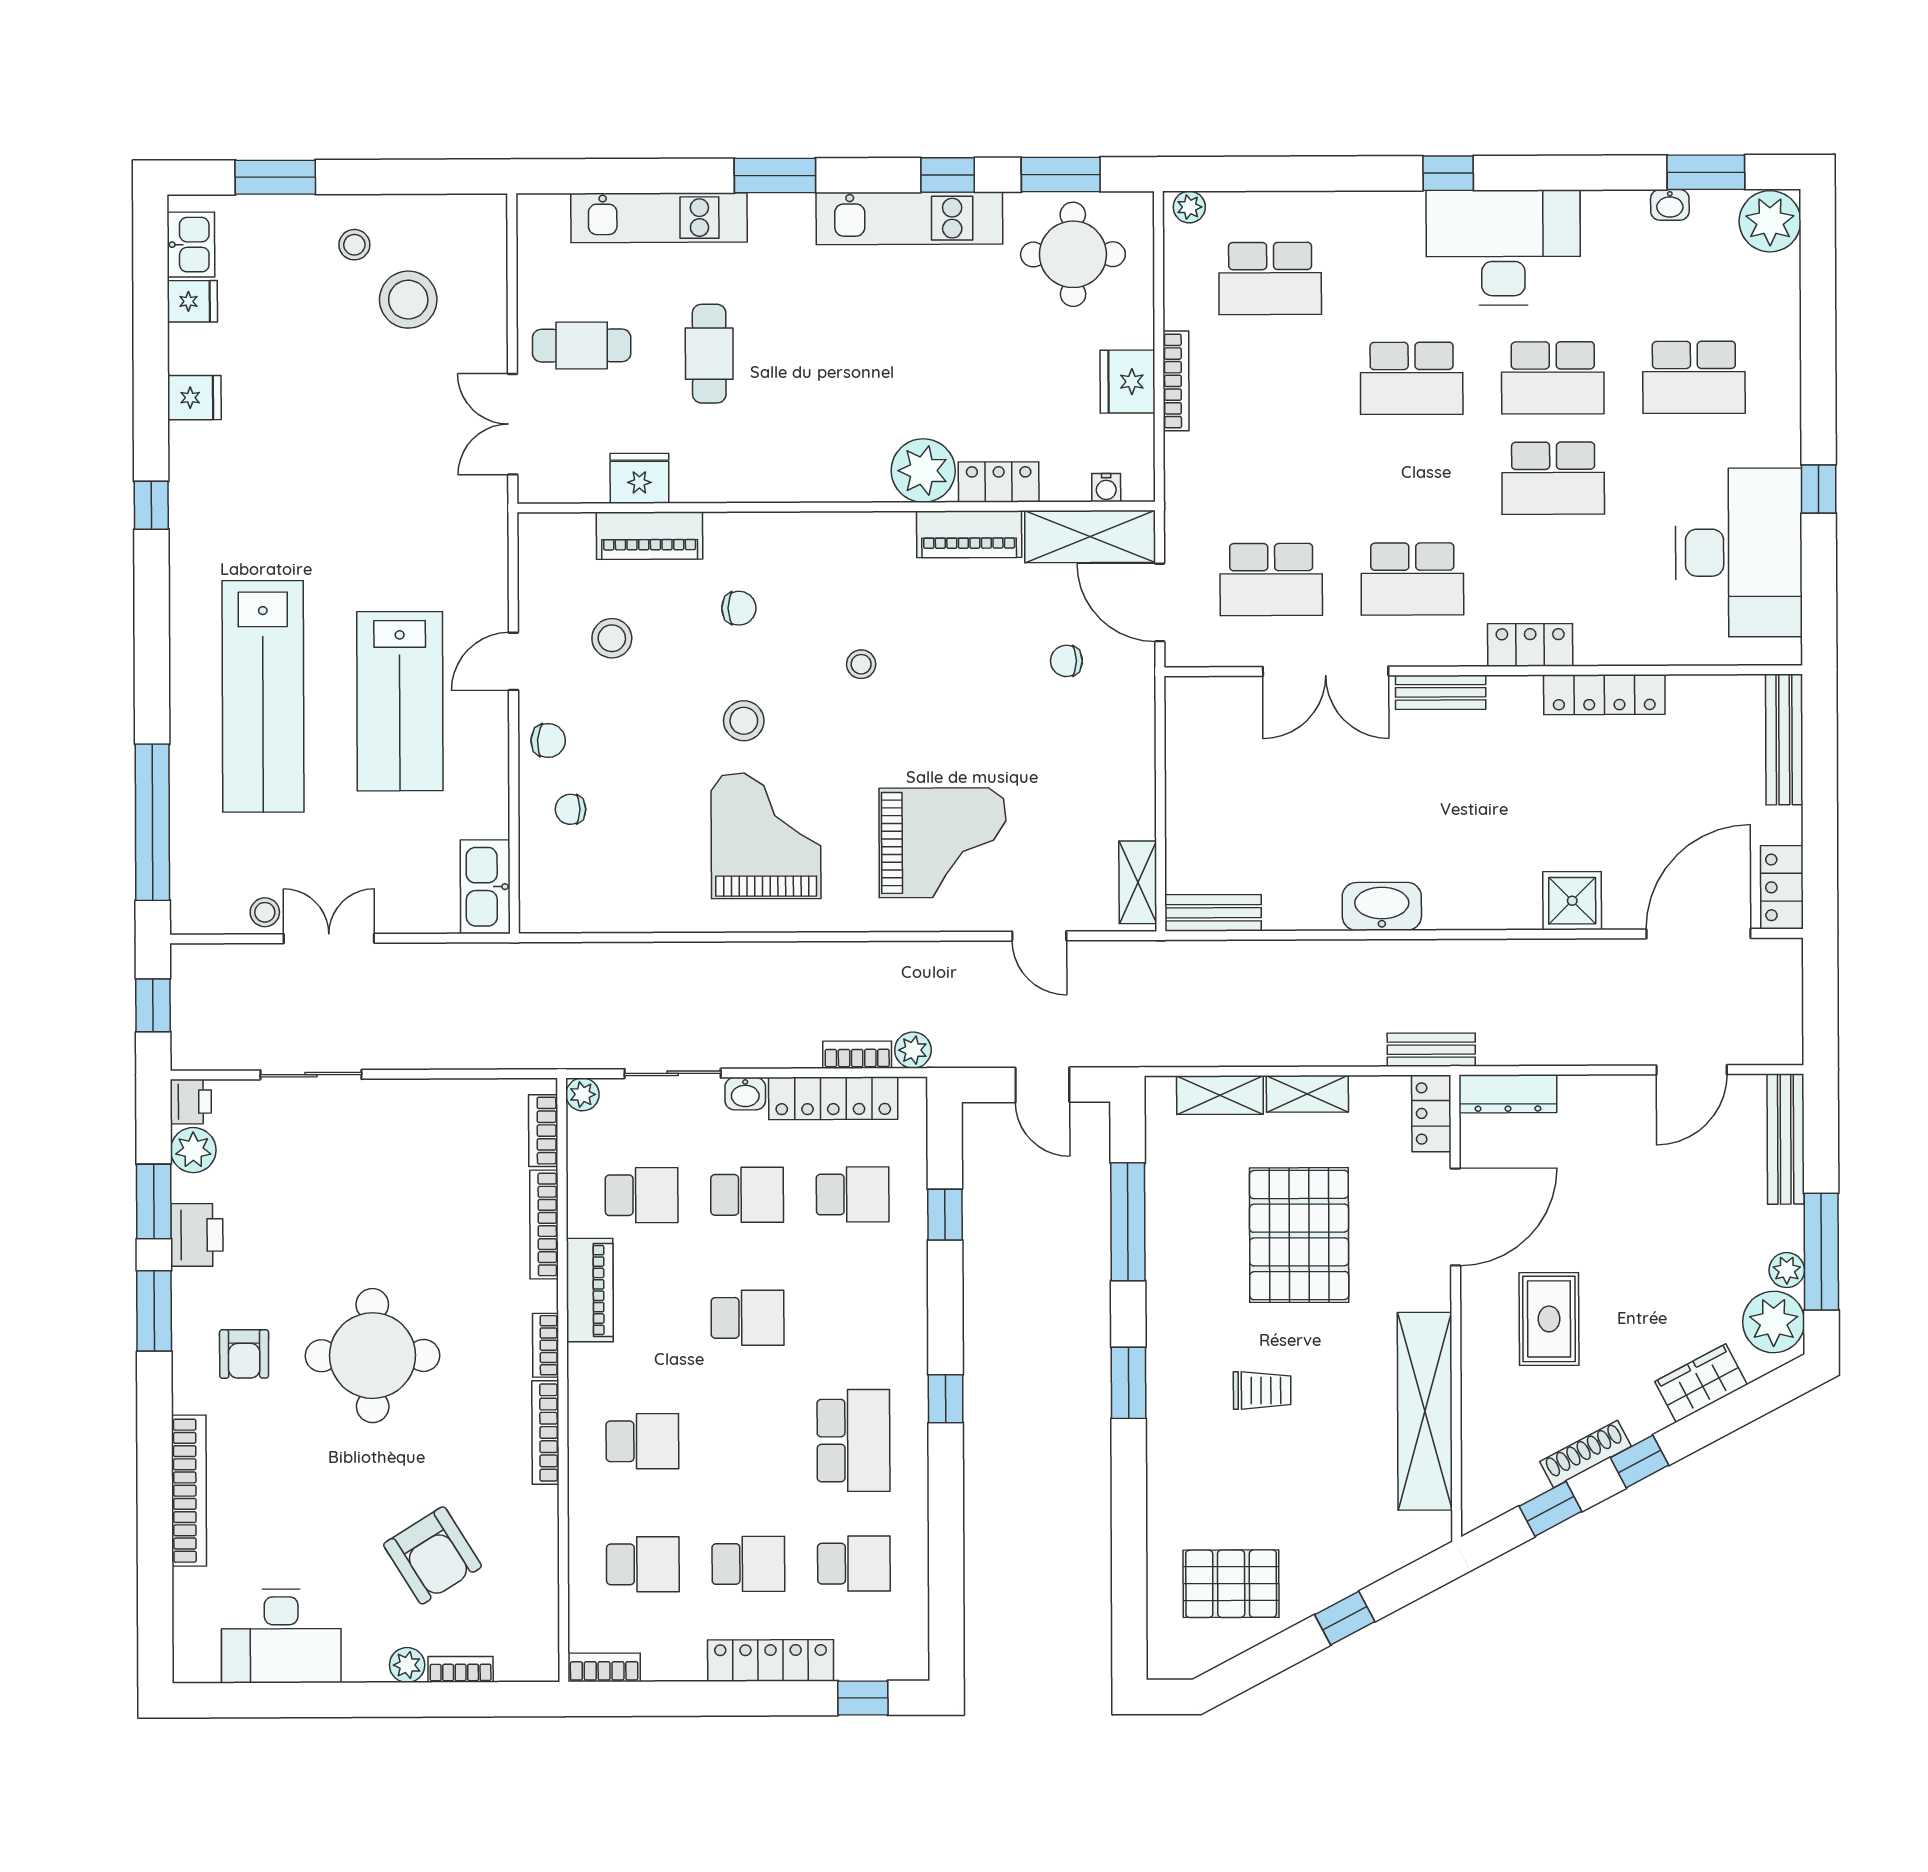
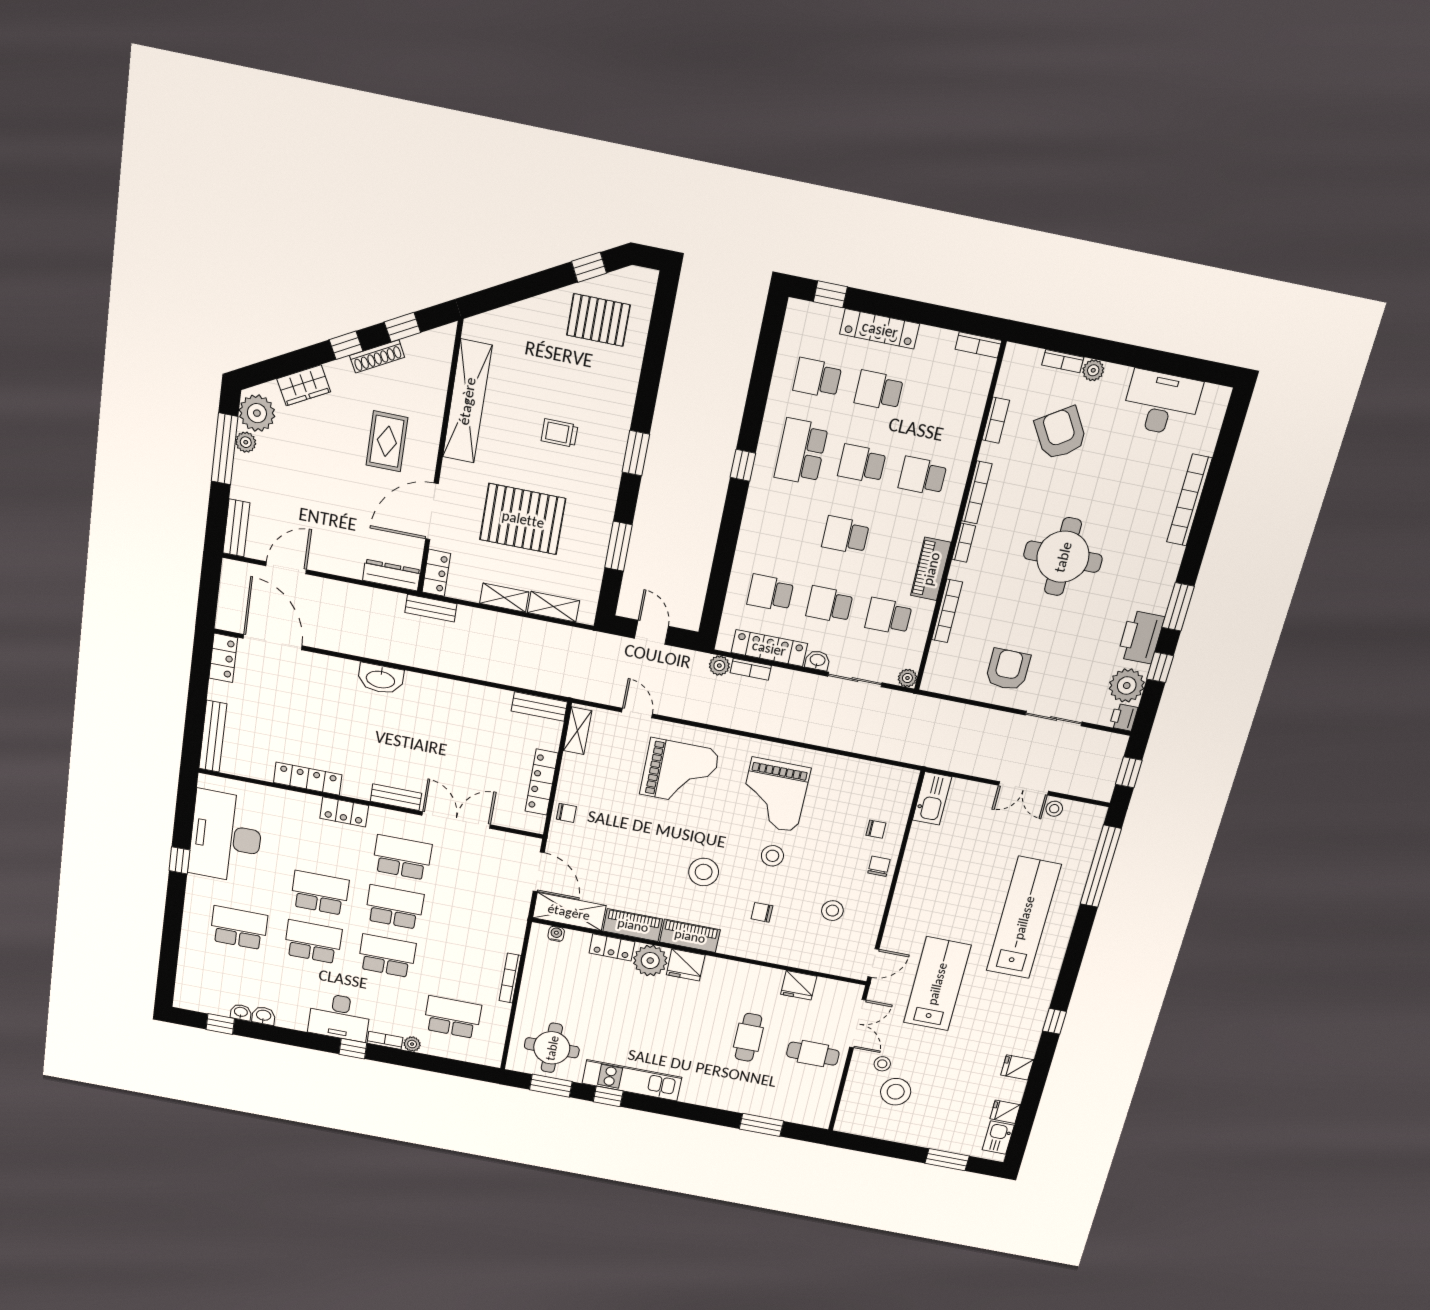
window: (1706, 172) -> (220, 1024), width x0.67
window: (775, 176) -> (761, 1125), moved
bookcase: (1390, 204) -> (385, 1040), added
plant: (1189, 207) -> (412, 1044), moved
washbasin: (1626, 207) -> (264, 1016), added
kitchen unit: (659, 218) -> (759, 1105), removed
plant: (1770, 221) -> (190, 995), removed
stool: (354, 245) -> (882, 1064), moved
desk: (1503, 247) -> (339, 1017), width x0.73, depth x0.77
fridge: (1128, 382) -> (686, 965), moved, turned 90
piano: (650, 536) -> (690, 936), moved
school desk: (1271, 580) -> (394, 907), moved
door: (513, 661) -> (873, 963), moved
chair: (1066, 661) -> (566, 813), moved
stool: (861, 664) -> (704, 872), width x1.89, depth x1.89
lab bench: (400, 701) -> (937, 984), moved
chair: (548, 740) -> (879, 866), turned 86
locker: (1185, 774) -> (542, 782), added
grand piano: (943, 843) -> (680, 772), turned 180
shower: (1572, 901) -> (340, 674), removed
washbasin: (1382, 906) -> (381, 679), moved
door: (1698, 934) -> (273, 642), swing flipped
bookcase: (543, 1131) -> (996, 420), moved
bench: (1786, 1139) -> (236, 528), width x0.73
plant: (193, 1150) -> (1127, 685), width x1.36, depth x1.36
window: (154, 1201) -> (1160, 667), width x0.67
window: (945, 1215) -> (721, 571), removed
window: (1128, 1222) -> (618, 546), width x0.69
printer: (197, 1235) -> (1141, 637), width x1.37, depth x1.19
pallet: (1299, 1235) -> (523, 519), turned 90
armchair: (244, 1354) -> (1008, 669), moved, width x1.38, depth x1.38
school desk: (643, 1564) -> (862, 464), moved
window: (1345, 1618) -> (589, 267), moved

